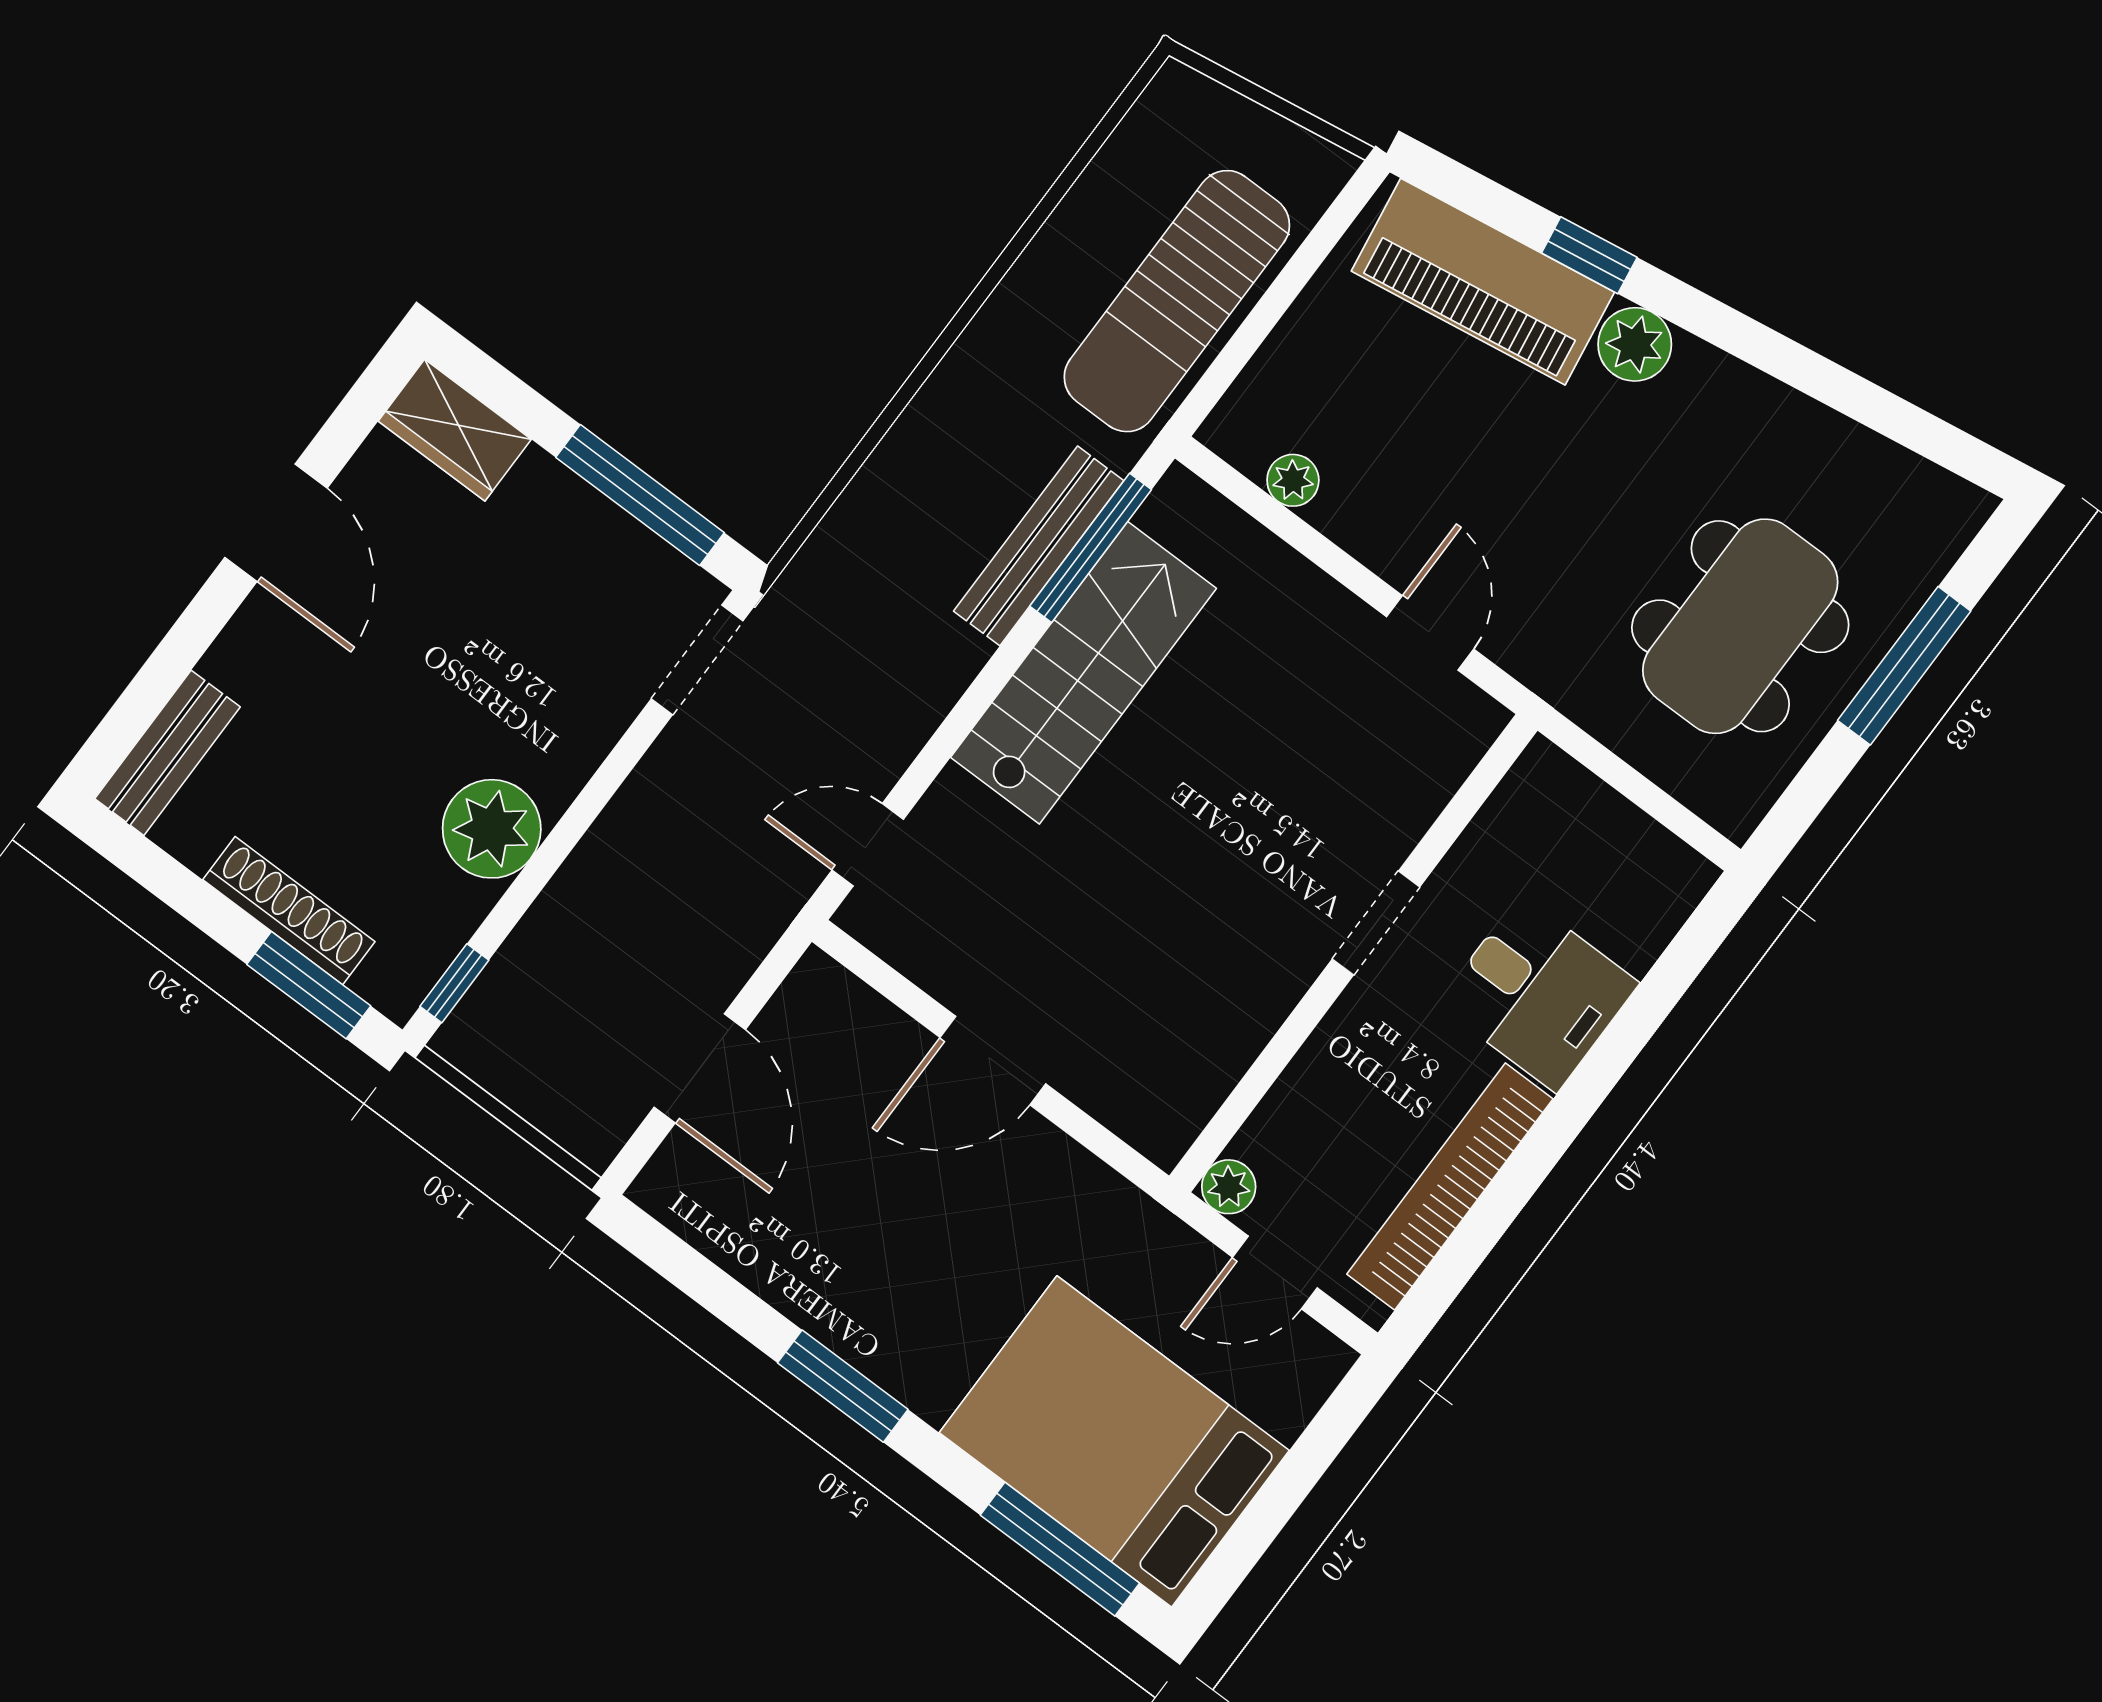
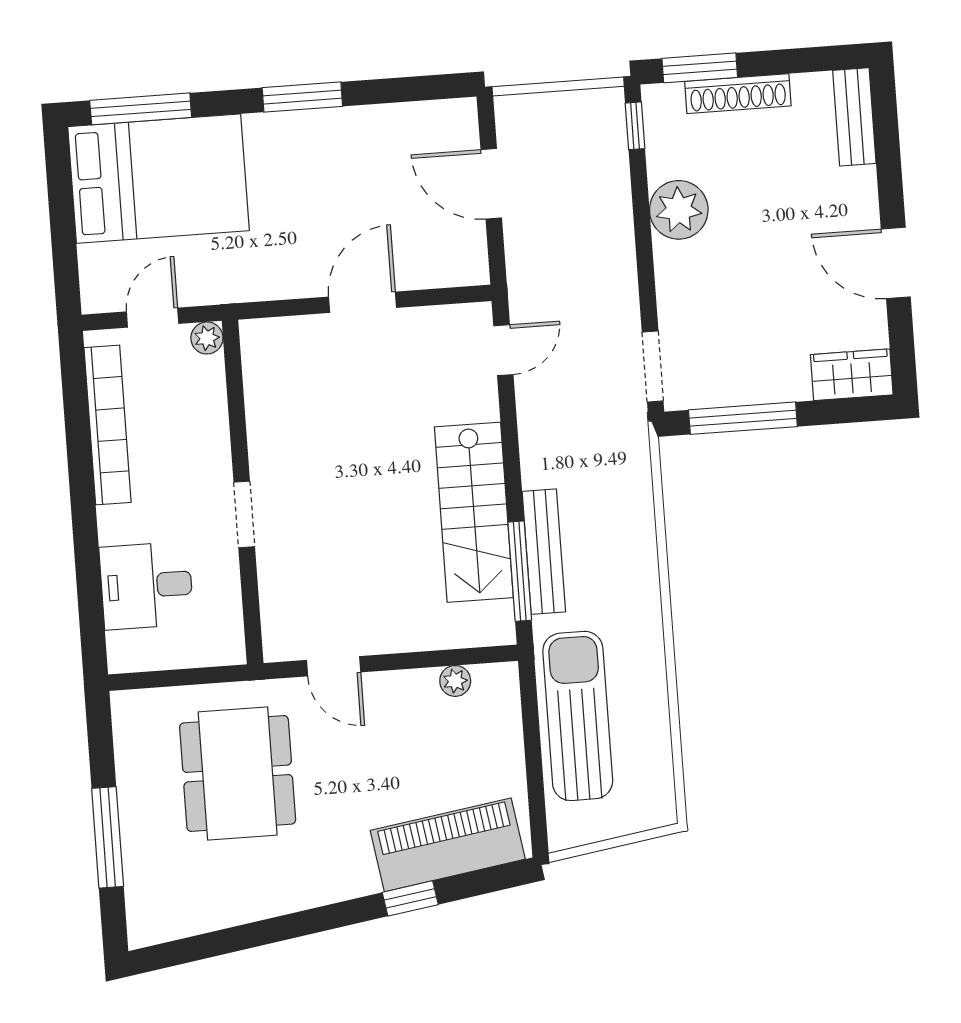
plant: (1635, 344) -> (355, 876), removed
dining table: (1740, 626) -> (238, 773), moved
desk: (1538, 993) -> (146, 586), moved

